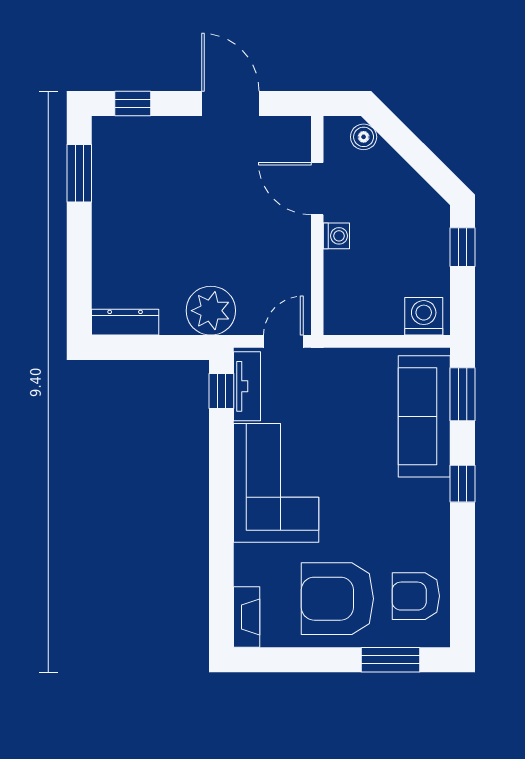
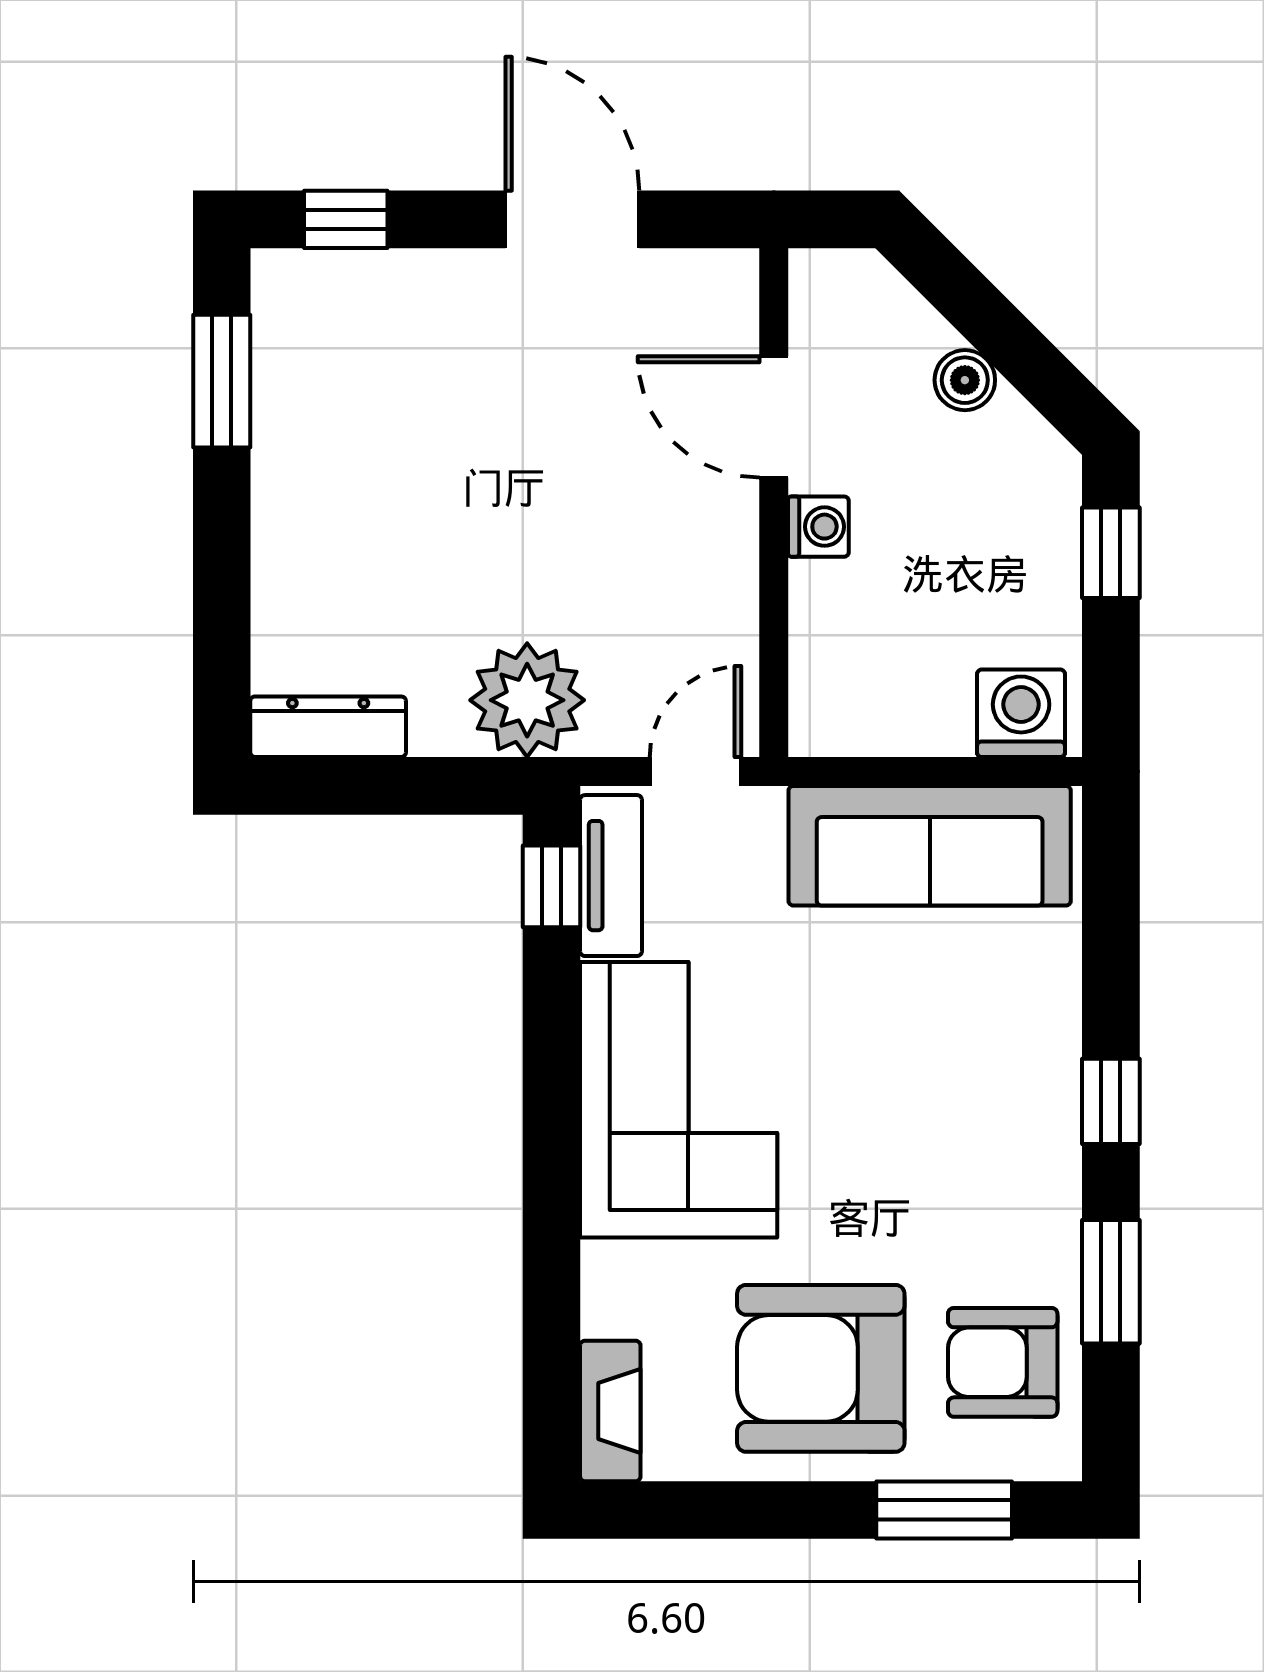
boiler: (364, 137) -> (965, 380), moved
window: (462, 394) -> (1111, 1282), moved
sofa: (424, 416) -> (930, 846), moved, turned -90

